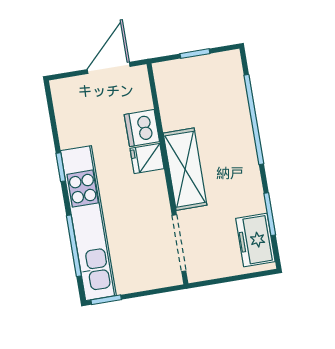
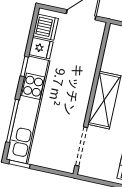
dishwasher: (142, 128) -> (46, 27), moved, turned 180
fridge: (147, 159) -> (41, 48), moved, turned 180

